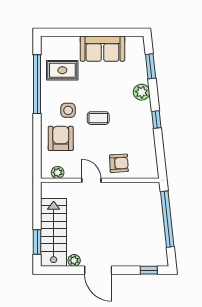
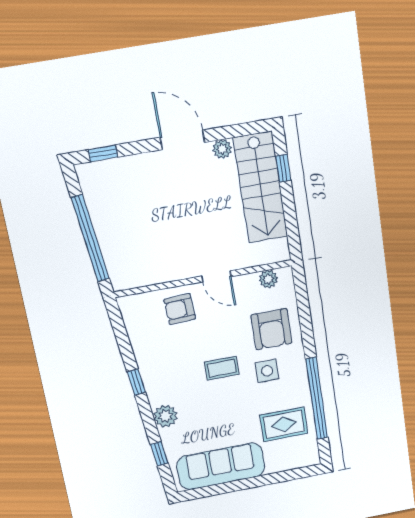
sofa: (102, 49) -> (221, 466), width x1.36
window: (151, 66) -> (159, 454), width x0.67
window: (37, 242) -> (283, 168), width x0.67

